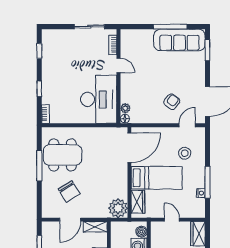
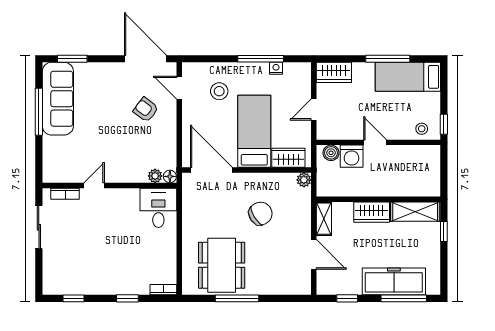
desk: (99, 99) -> (158, 208), width x0.53, depth x0.77
chair: (69, 191) -> (260, 214), moved
plant: (118, 208) -> (304, 180), width x0.53, depth x0.53

